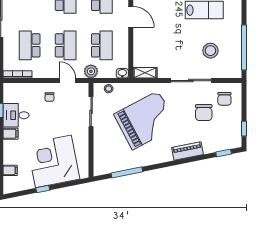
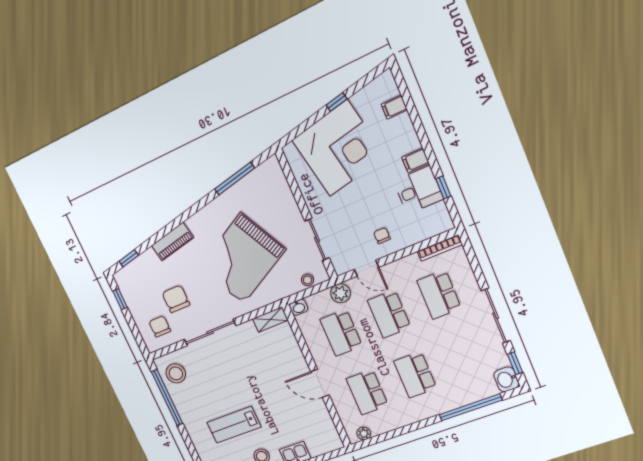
school desk: (30, 45) -> (439, 295), turned 180
stool: (210, 51) -> (176, 373), moved

